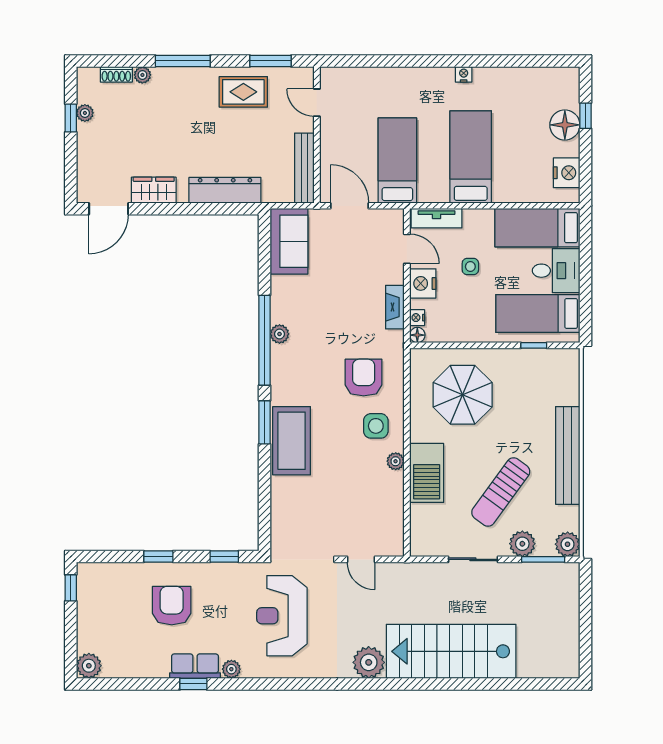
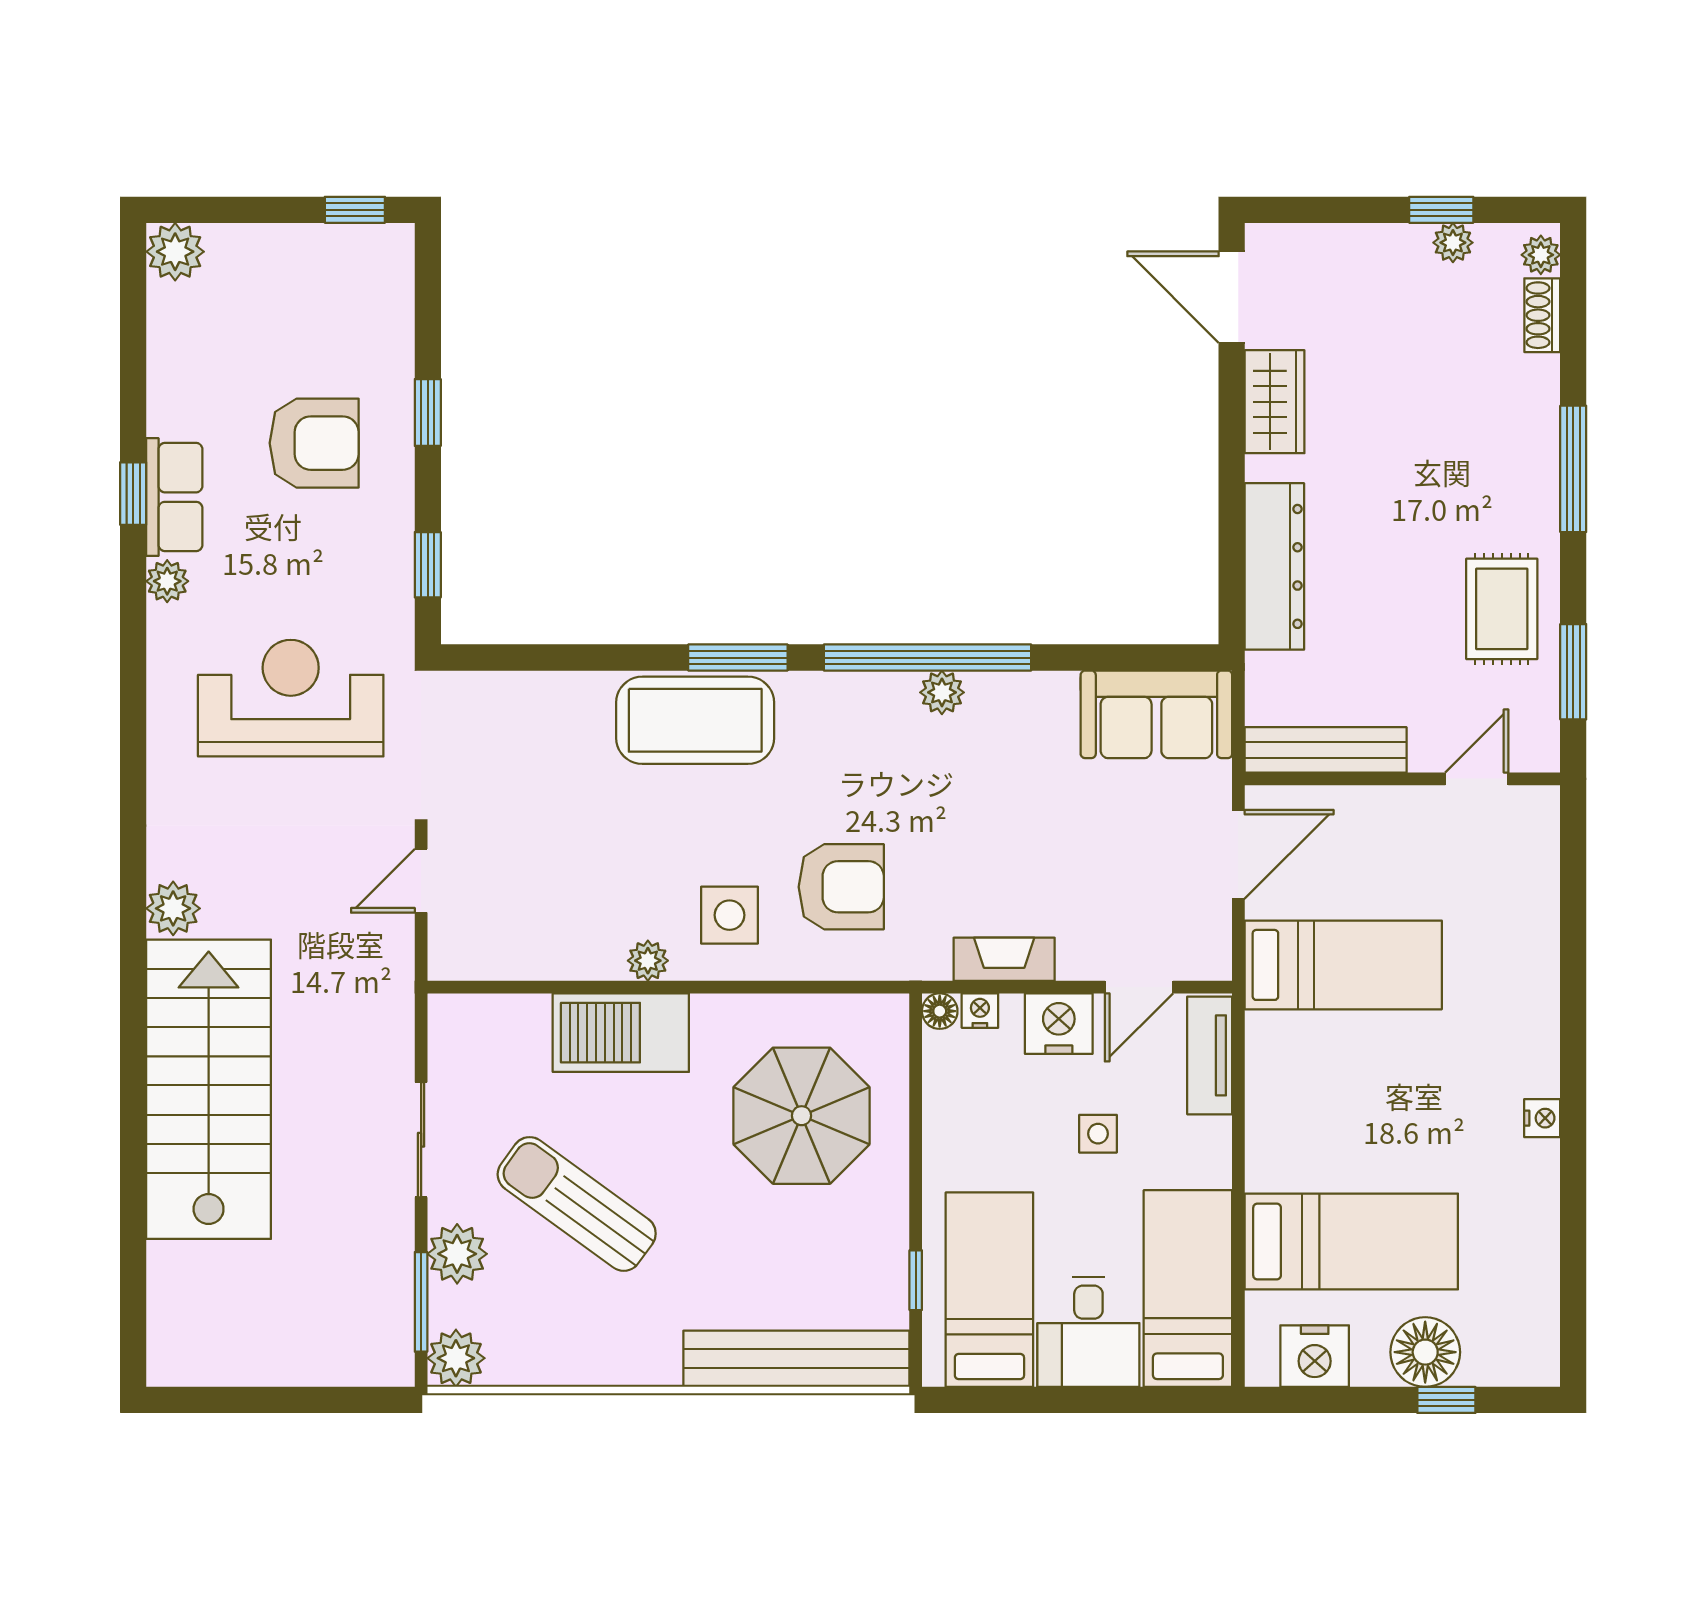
plant: (142, 75) -> (1541, 255), moved
bed: (471, 157) -> (1351, 1241), moved
bench: (568, 455) -> (796, 1359), moved
plant: (369, 662) -> (173, 908), width x0.73, depth x0.73

